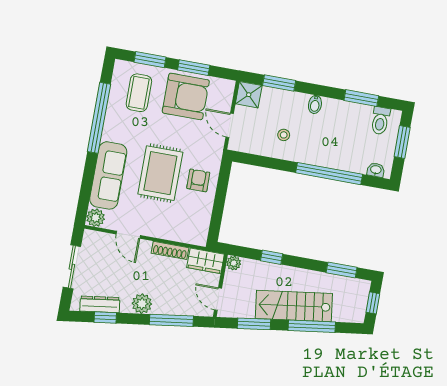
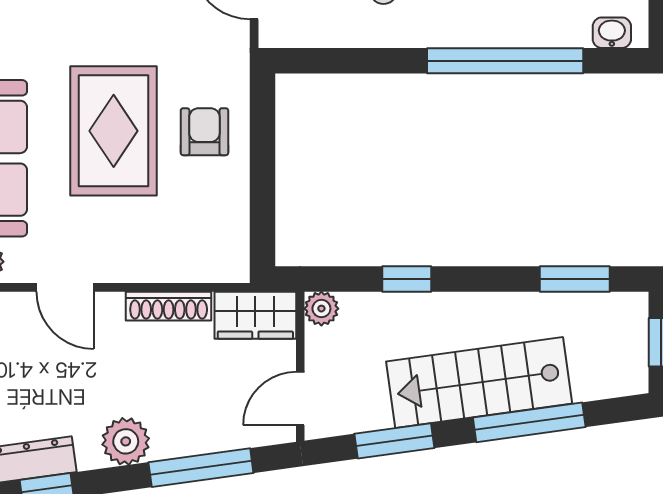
door: (218, 299) -> (300, 399), hinge flipped

